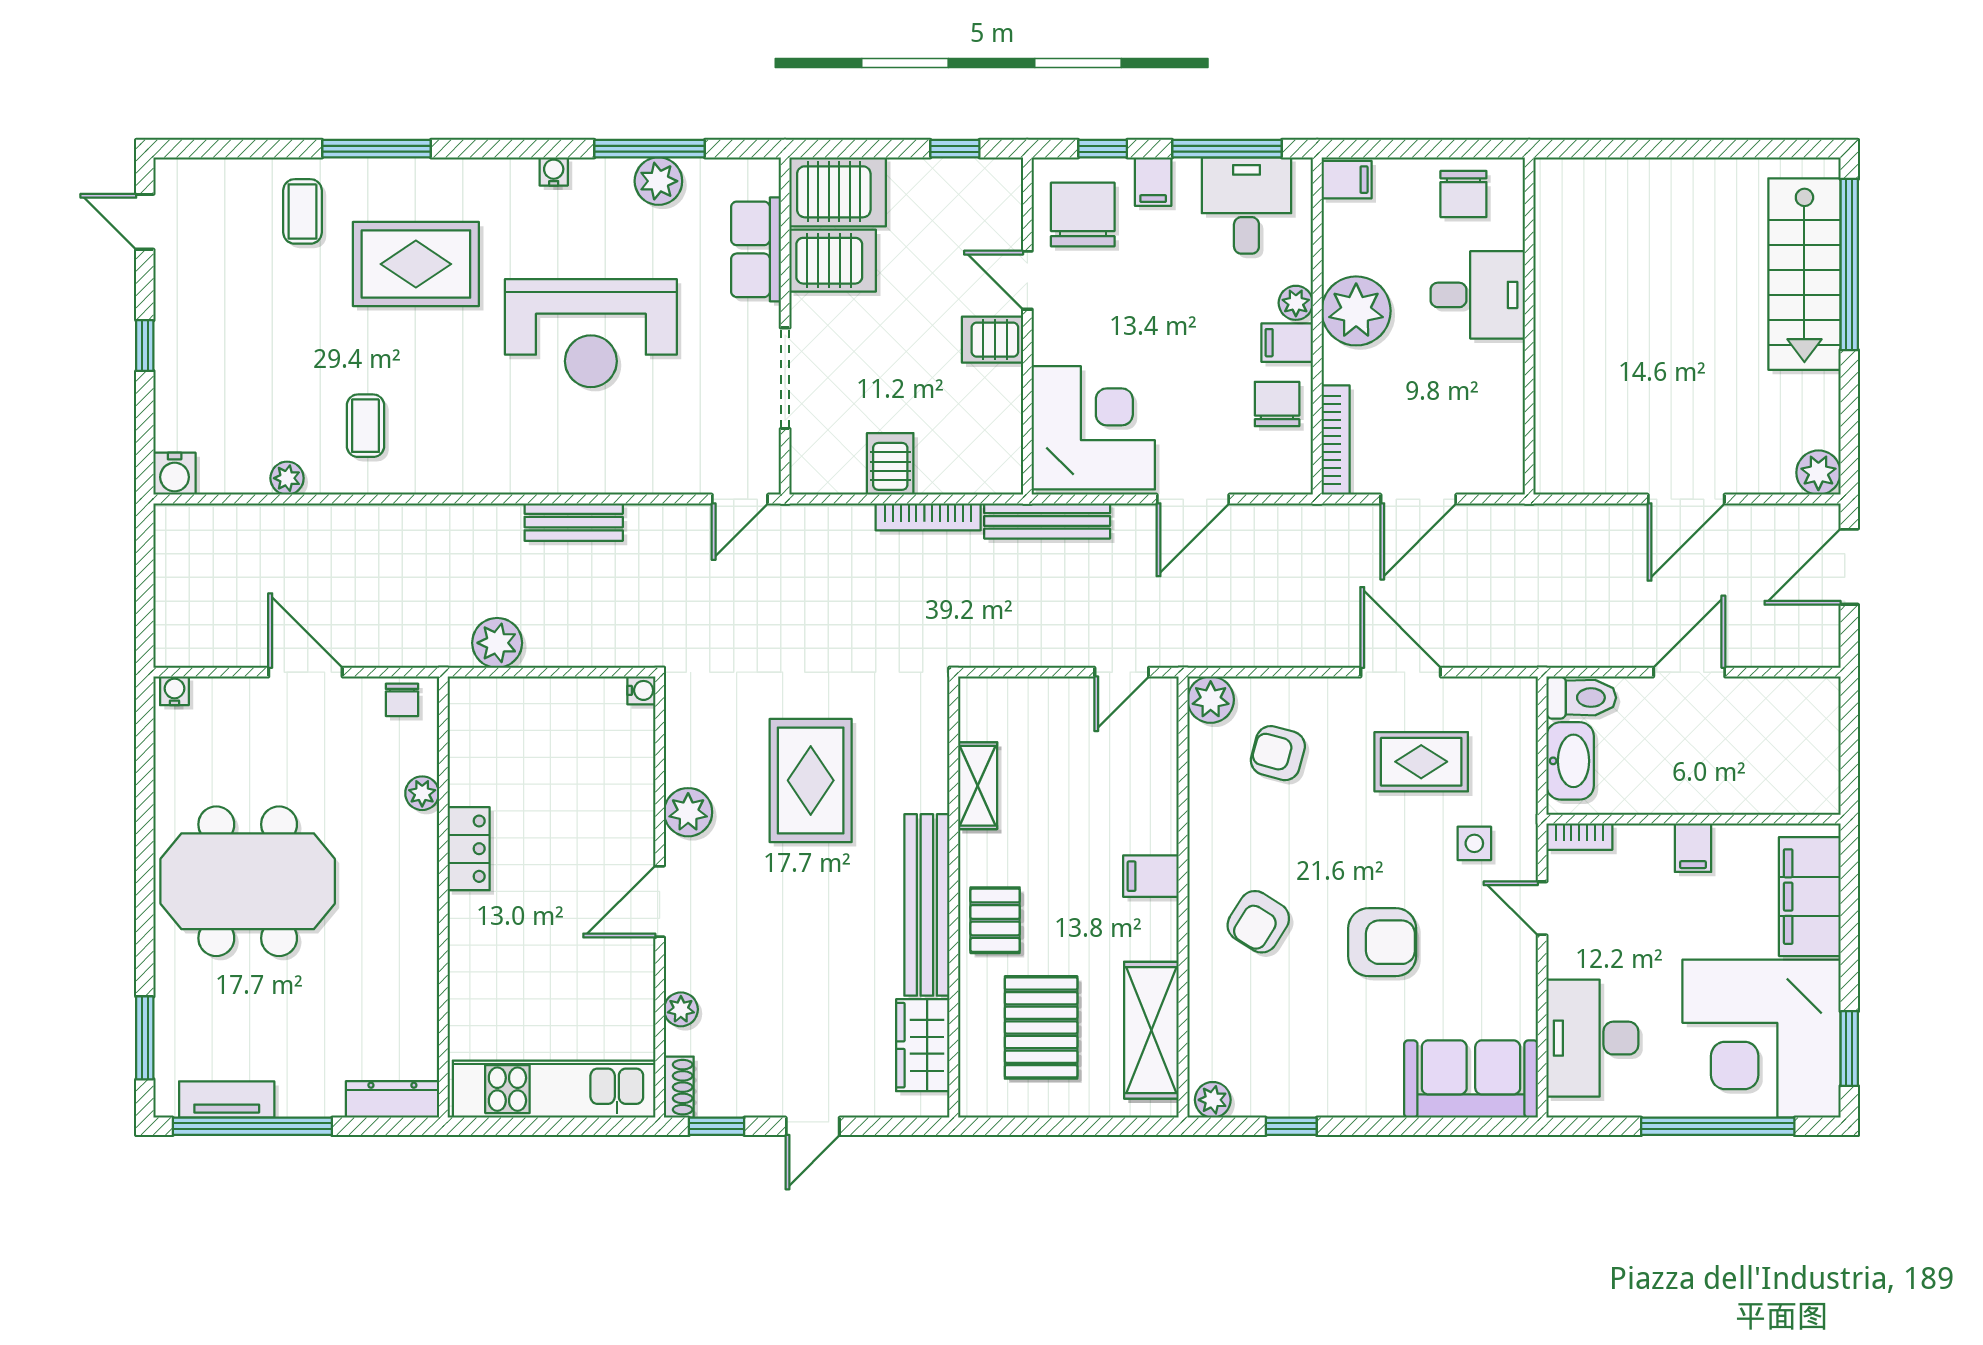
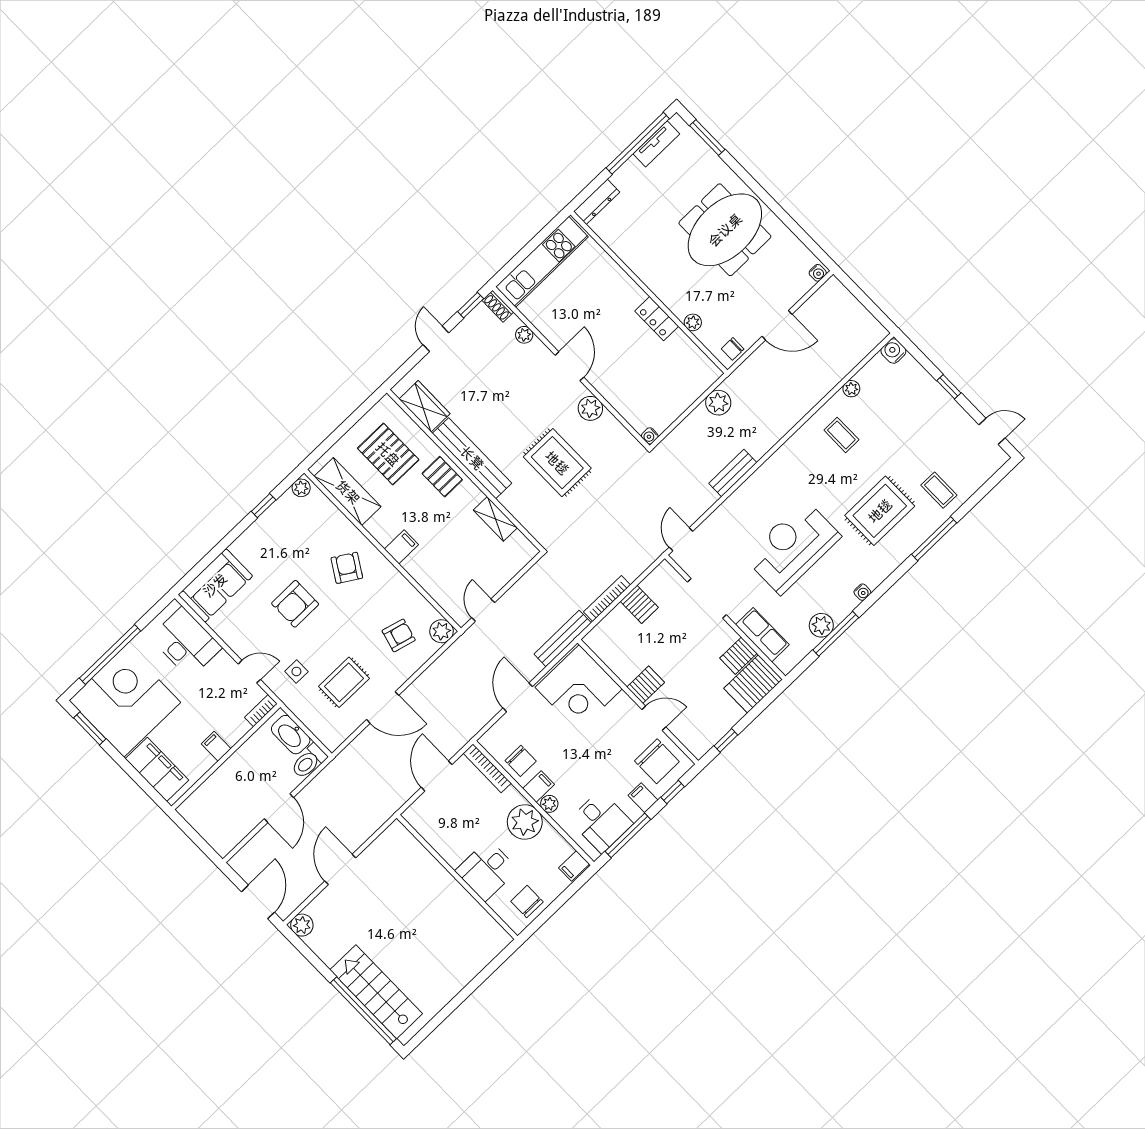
server rack: (833, 261) -> (738, 656), width x0.73, depth x0.70
chair: (402, 700) -> (733, 349), turned -90

